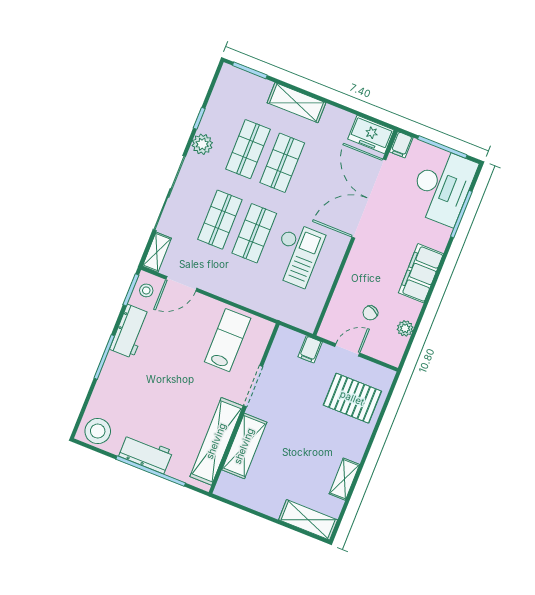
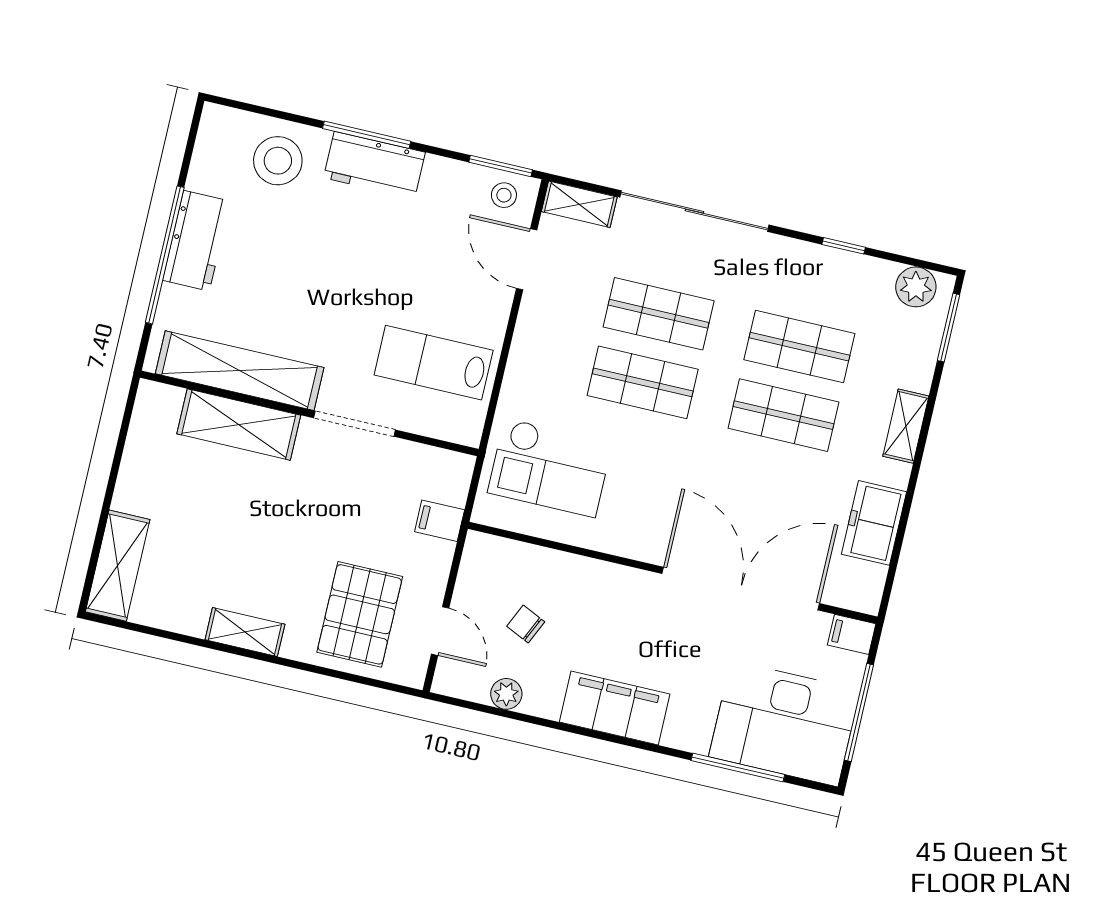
shelving: (297, 103) -> (906, 426), width x0.67, depth x0.75
freezer: (371, 134) -> (874, 523), moved
plant: (202, 144) -> (916, 287), moved
checkout: (297, 255) -> (550, 468), moved
workbench: (130, 331) -> (374, 165), moved
lab bench: (228, 340) -> (434, 363), turned 180
door: (347, 350) -> (440, 631), moved
stool: (98, 431) -> (278, 161), moved
shelving: (344, 479) -> (245, 632), moved

